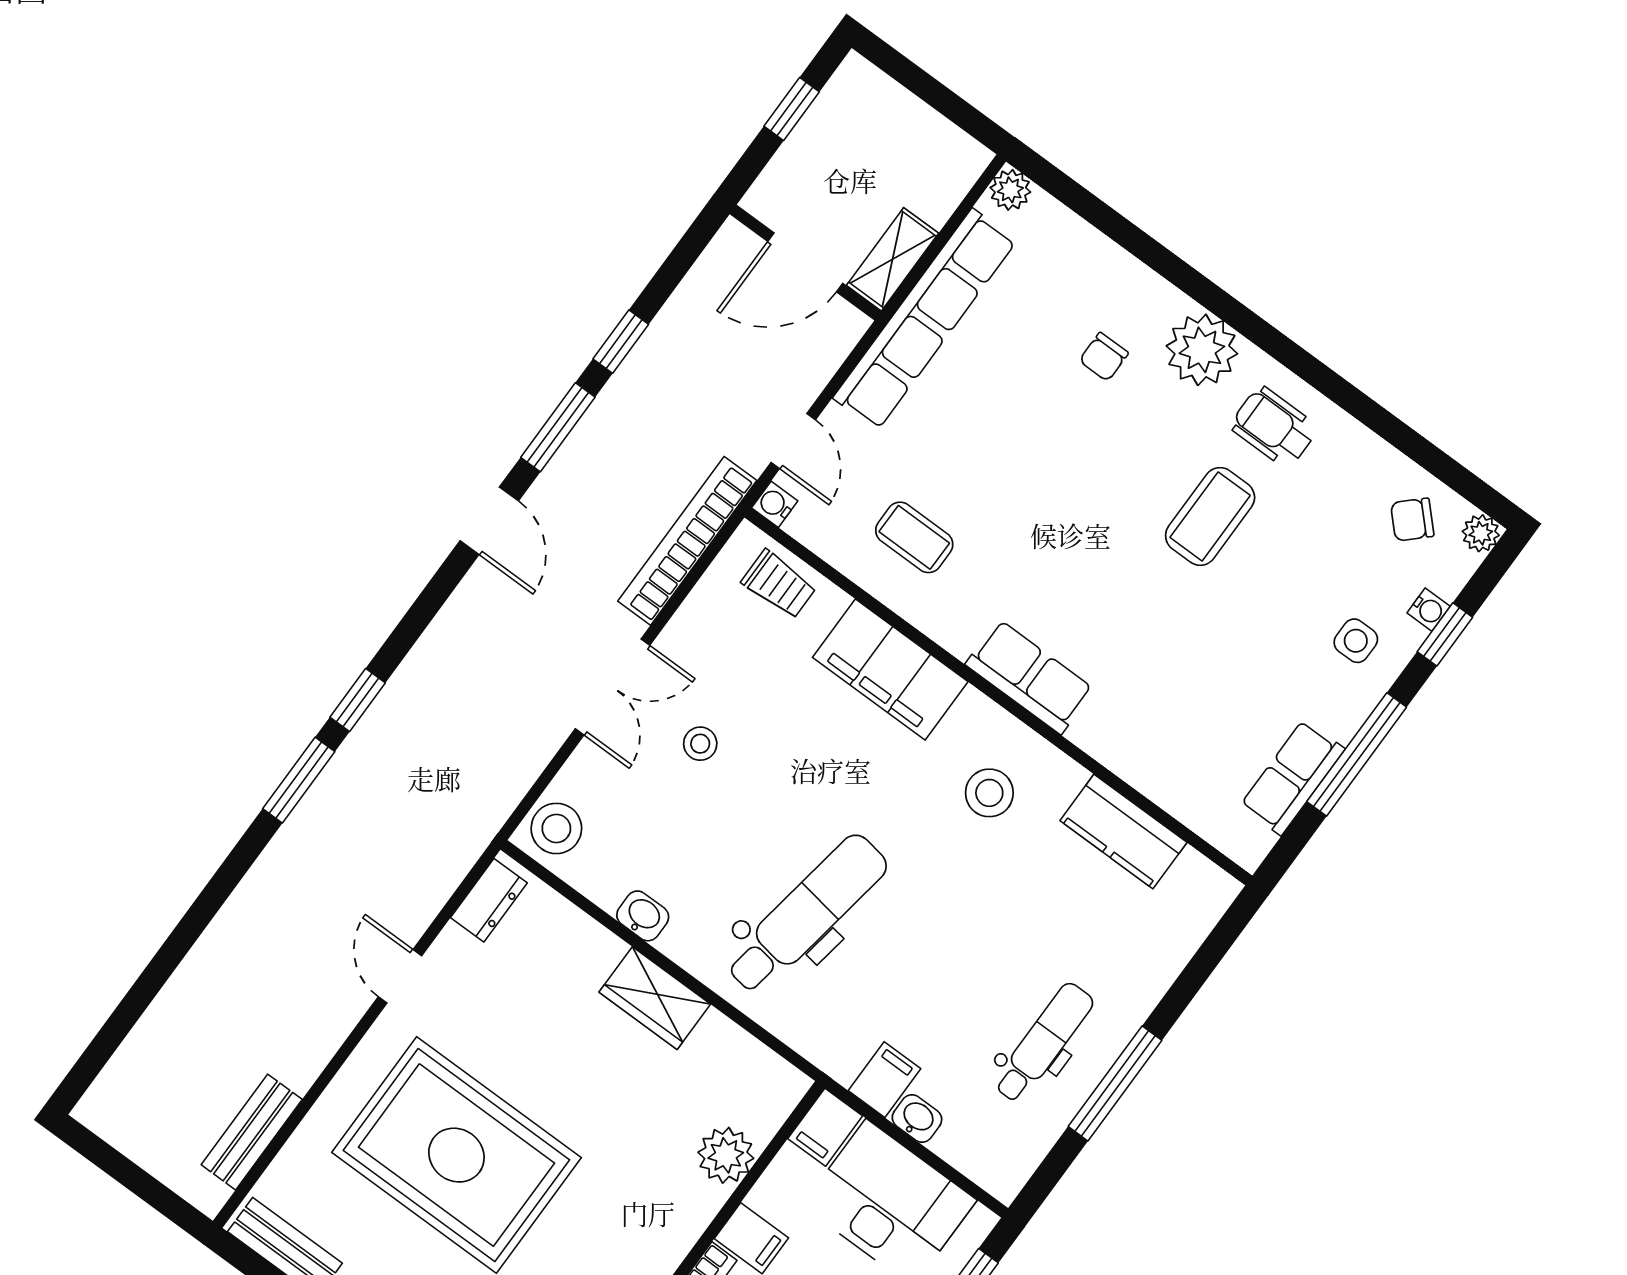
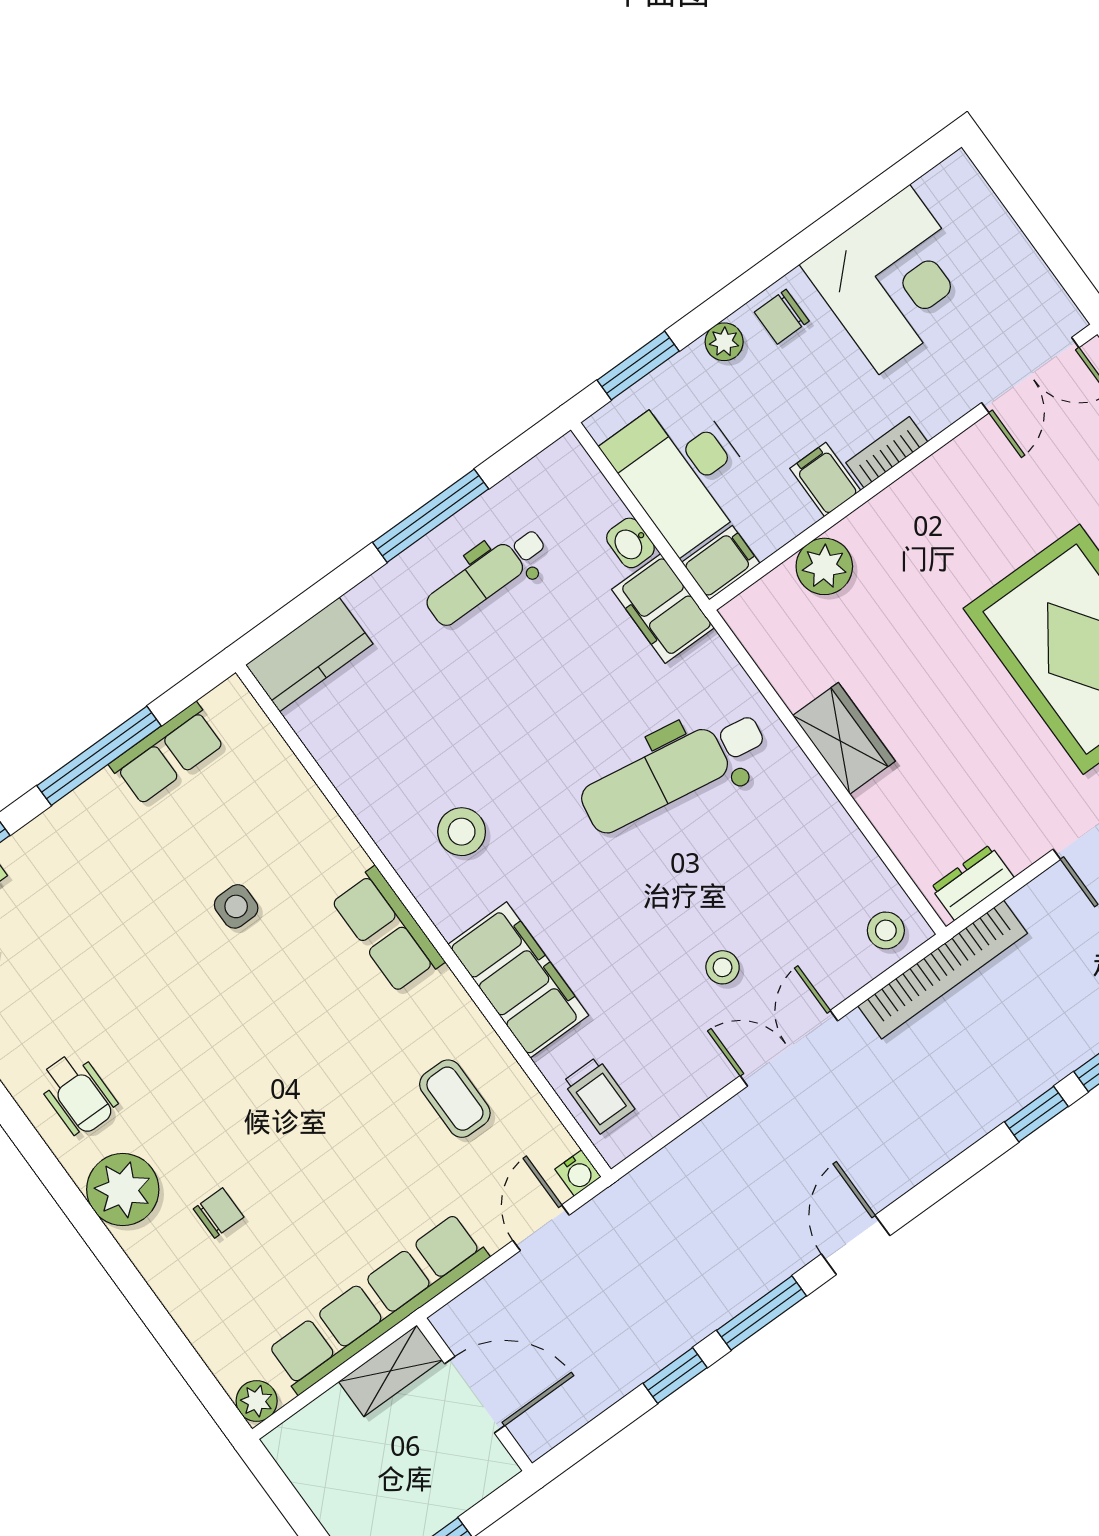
coffee table: (1210, 516) -> (166, 1028), removed
bookcase: (687, 541) -> (943, 970), moved
trolley: (779, 584) -> (599, 1095), turned 180
side table: (1356, 641) -> (236, 906), moved
stool: (556, 828) -> (886, 930), width x0.73, depth x0.73
kitchen counter: (1123, 832) -> (309, 654), moved, turned 90
washbasin: (643, 916) -> (830, 820), removed
filing cabinet: (884, 1080) -> (663, 609), width x2.00

